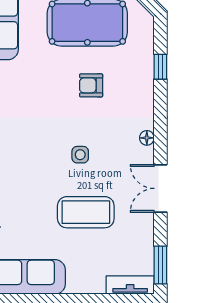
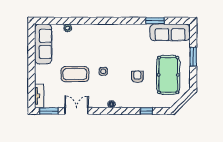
double door: (160, 188) -> (77, 111), moved
coffee table: (86, 212) -> (75, 74), turned 90

